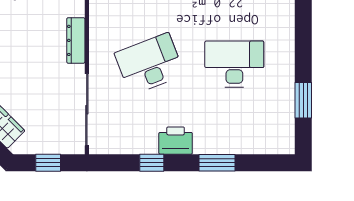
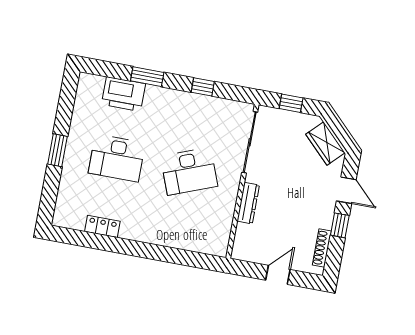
window: (303, 100) -> (57, 150), moved
printer: (176, 141) -> (124, 94), moved, width x1.37, depth x1.19

